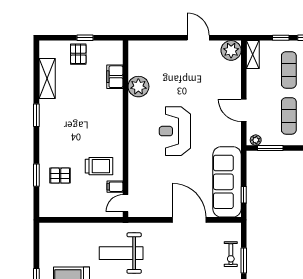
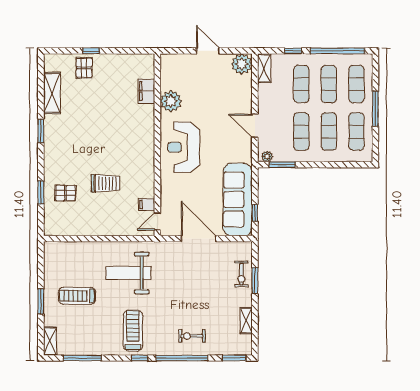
filing cabinet: (115, 77) -> (147, 91), moved
plant: (138, 87) -> (171, 101), moved
wall: (125, 129) -> (157, 145), moved
filing cabinet: (115, 187) -> (147, 204), moved
door: (125, 203) -> (157, 221), moved

